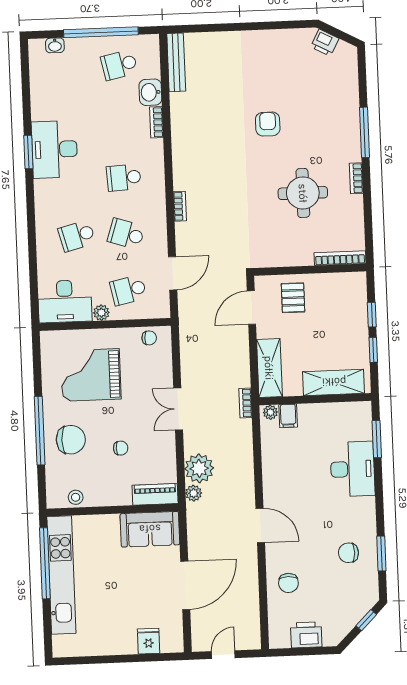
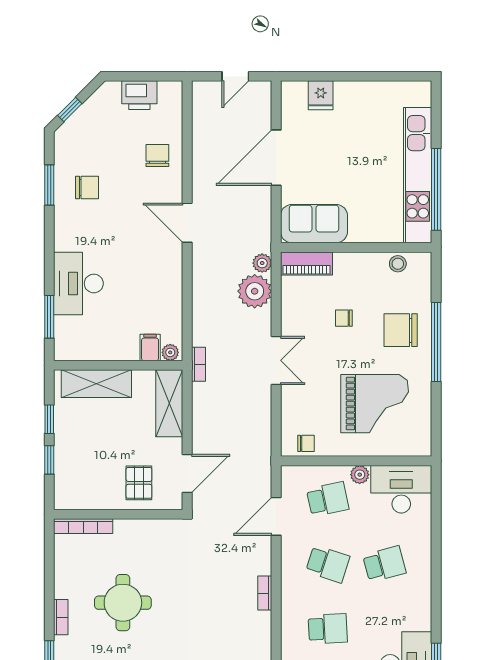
chair: (149, 338) -> (306, 443), turned 180

